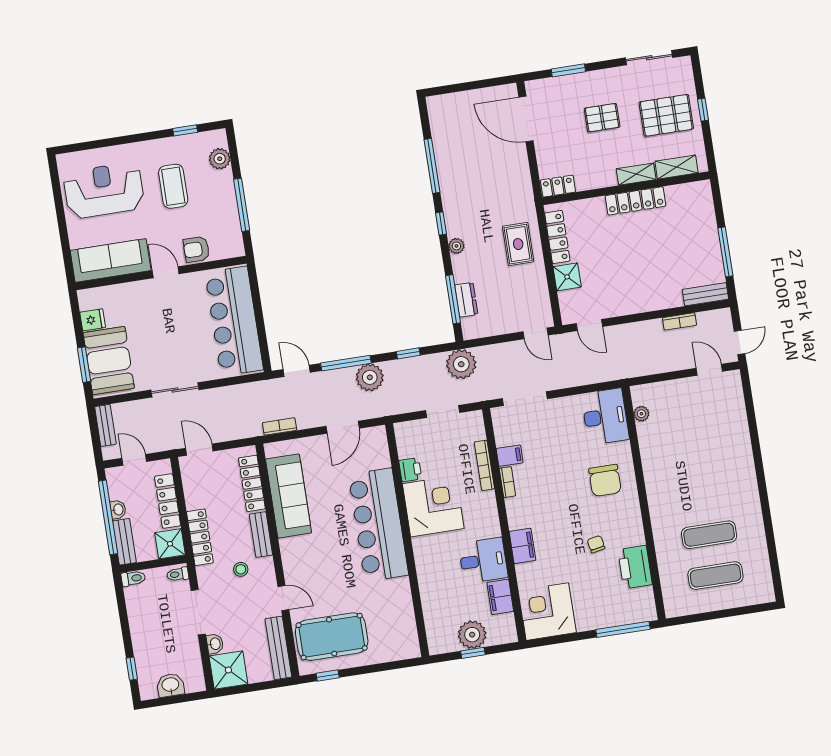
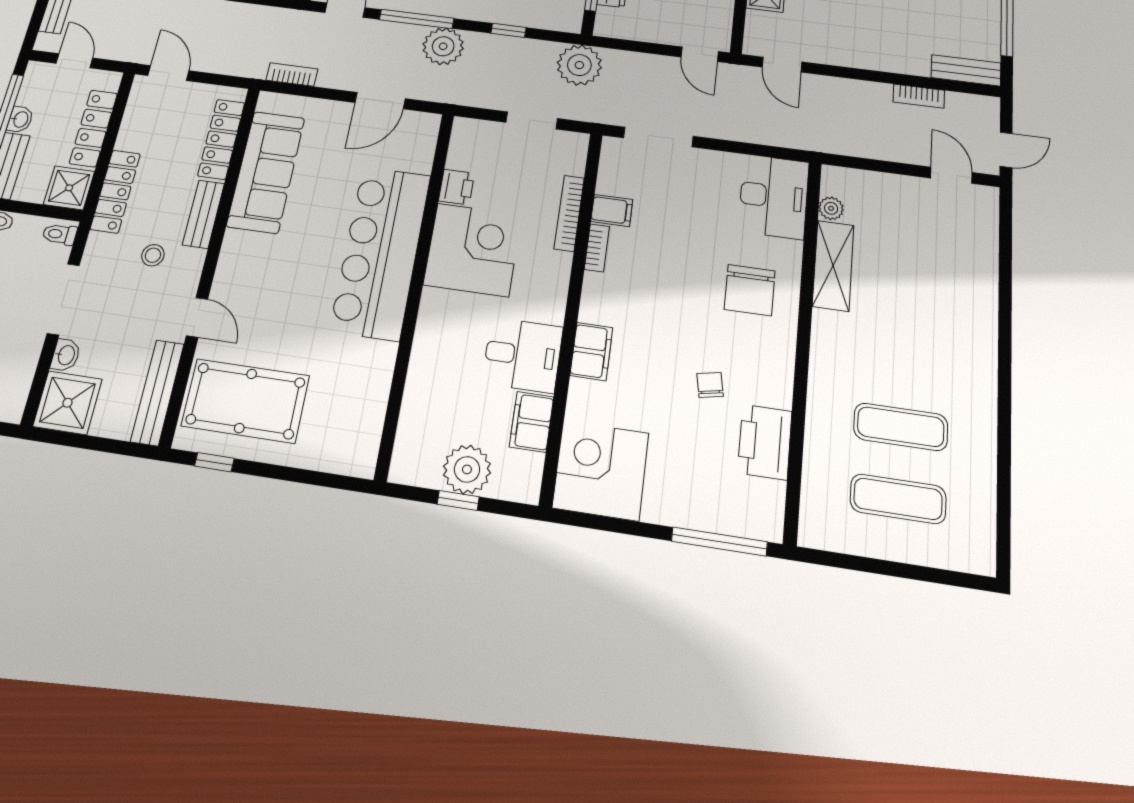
shelving: (651, 450) -> (833, 266), added

